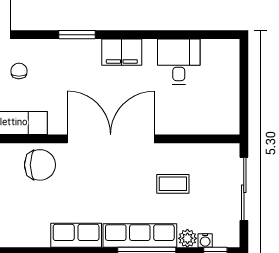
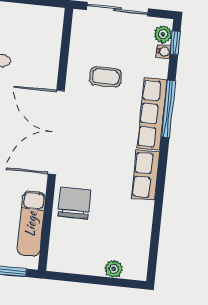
coffee table: (173, 184) -> (106, 77), turned 90
plant: (187, 238) -> (163, 34), moved

